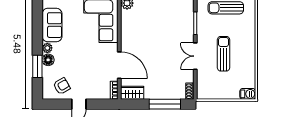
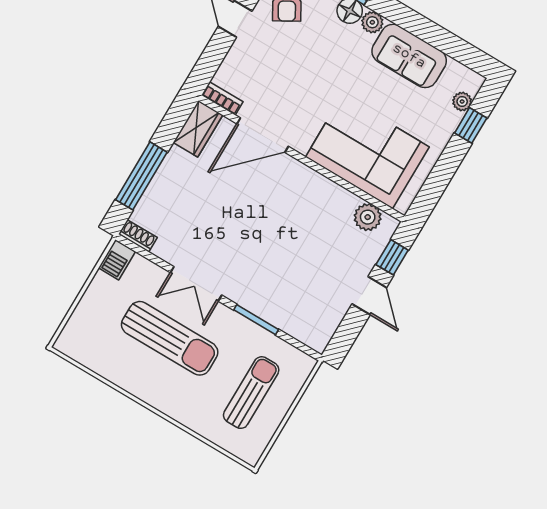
sun lounger: (224, 54) -> (170, 338), width x1.36, depth x1.34
double door: (195, 56) -> (196, 284), swing flipped
barbecue: (248, 94) -> (117, 260), moved

